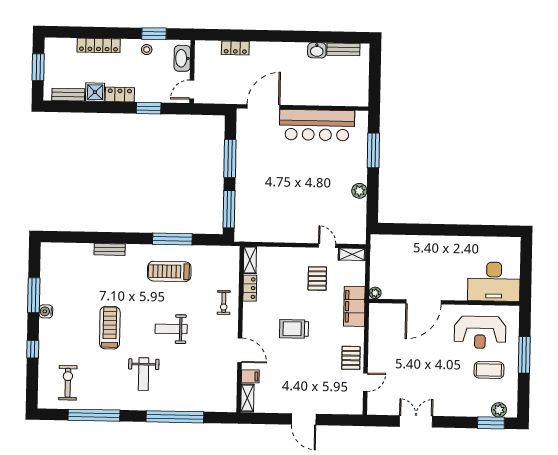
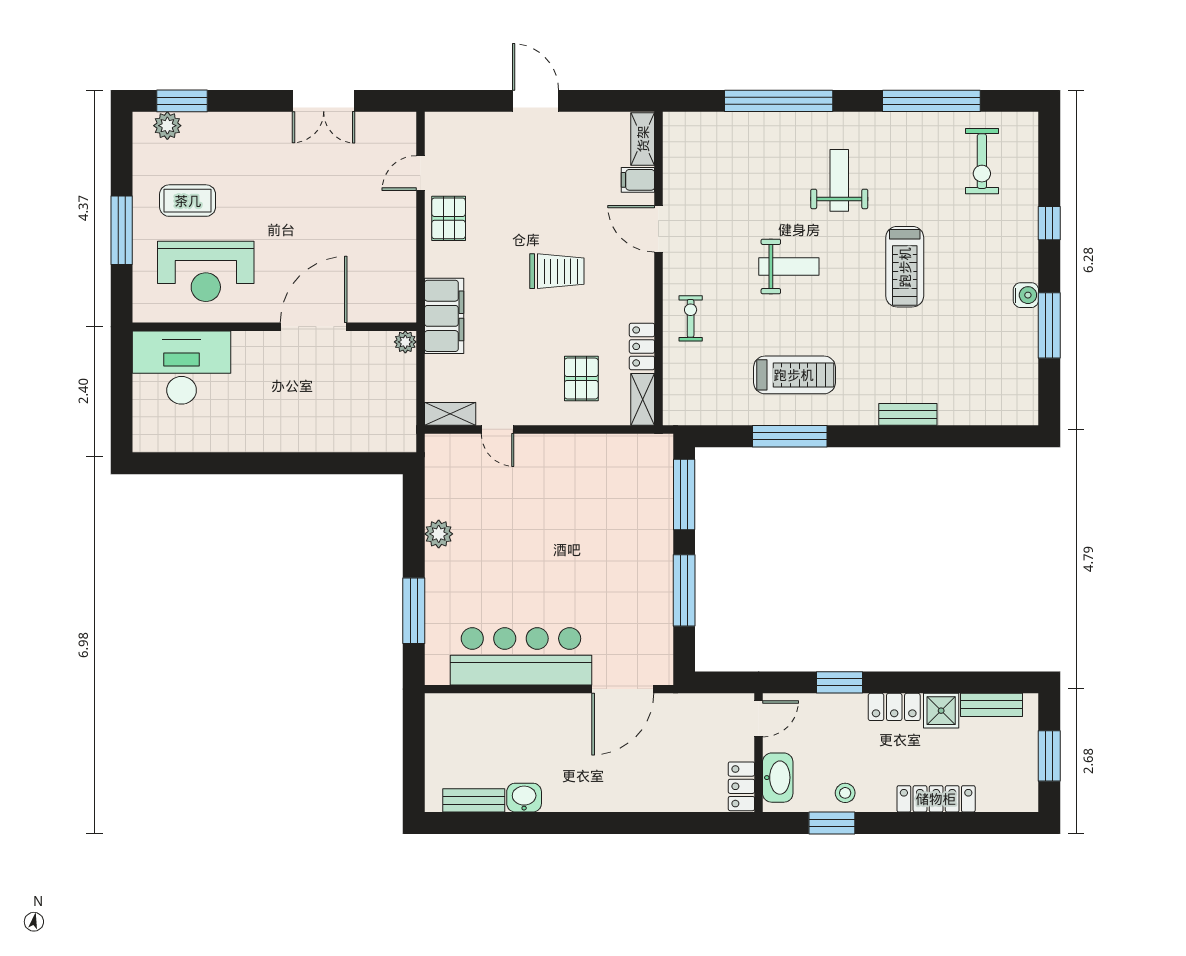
locker: (235, 48) -> (741, 786), moved, turned -90
pallet: (317, 279) -> (581, 379), moved
reception desk: (480, 332) -> (206, 271), turned 180

